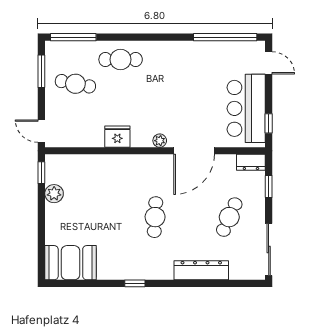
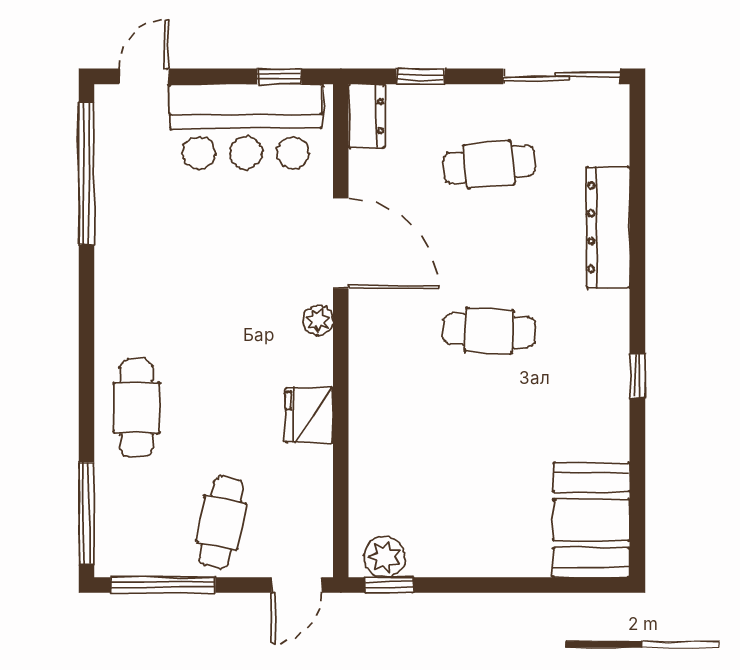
window: (41, 71) -> (163, 585), width x1.44
cafe table: (75, 84) -> (221, 523), moved
plant: (54, 194) -> (385, 557), moved
cafe table: (229, 217) -> (489, 165), turned -30

